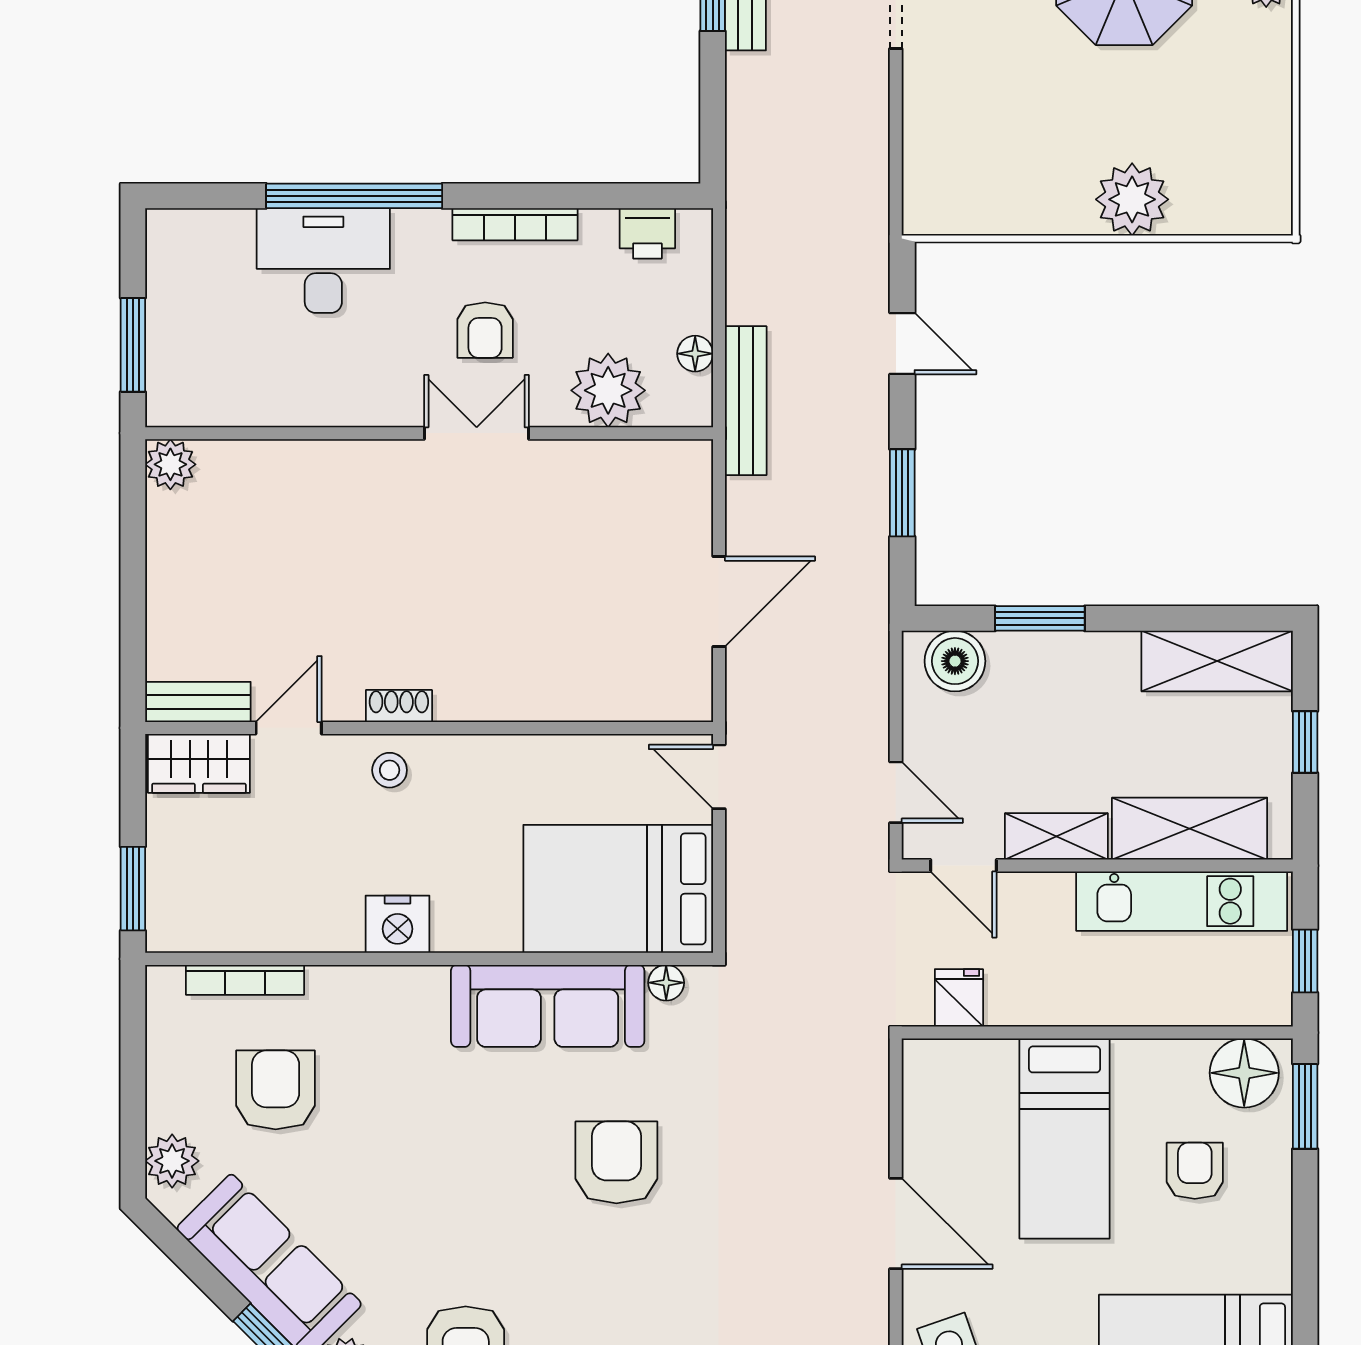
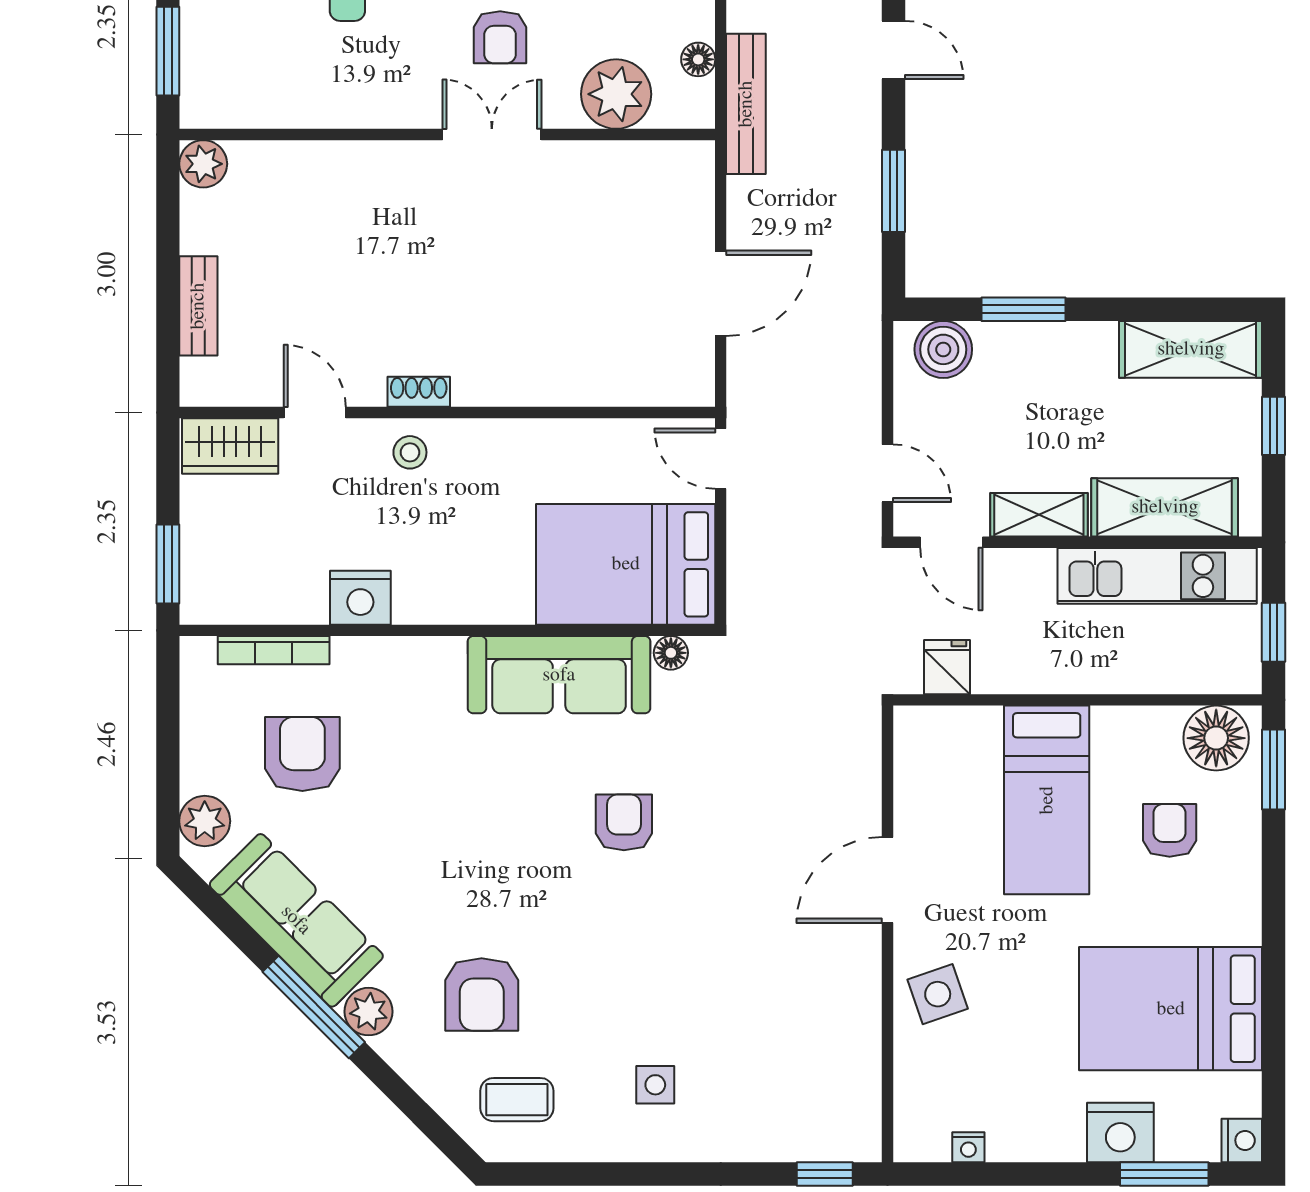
bench: (198, 702) -> (198, 306), moved, turned 90
door: (289, 728) -> (315, 413), hinge flipped
nightstand: (398, 924) -> (360, 598), moved
armchair: (616, 1162) -> (624, 822), width x0.72, depth x0.72
door: (896, 1223) -> (888, 880), swing flipped

